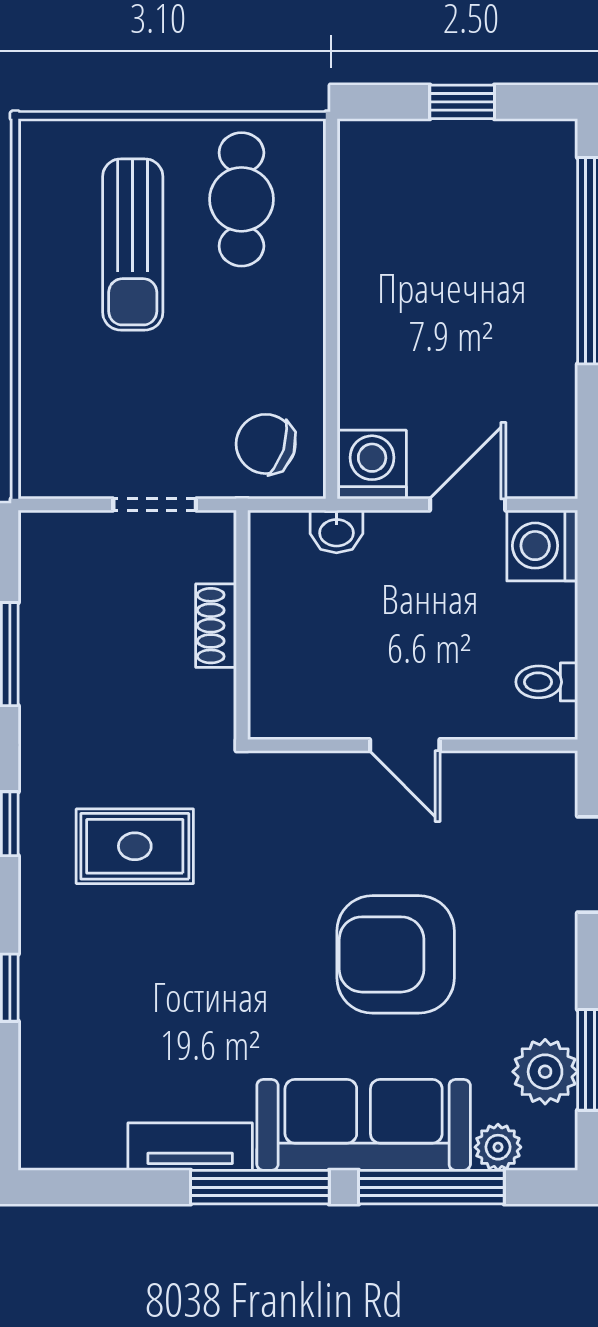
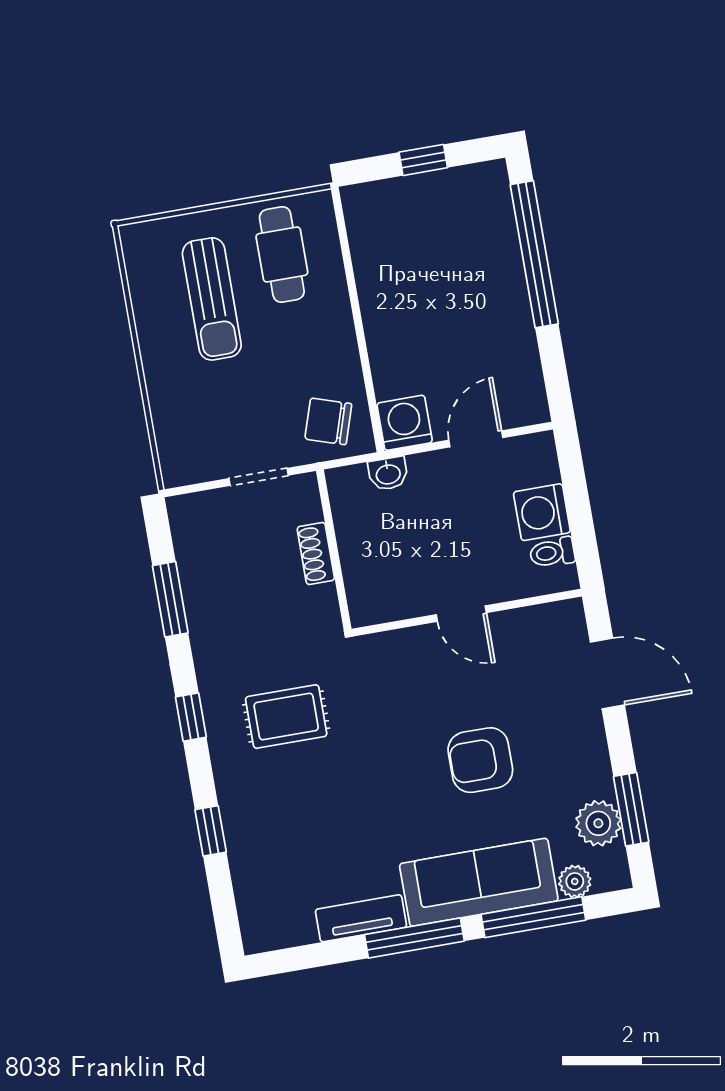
washing machine: (542, 546) -> (542, 512), moved
armchair: (396, 954) -> (480, 760), width x0.73, depth x0.73

